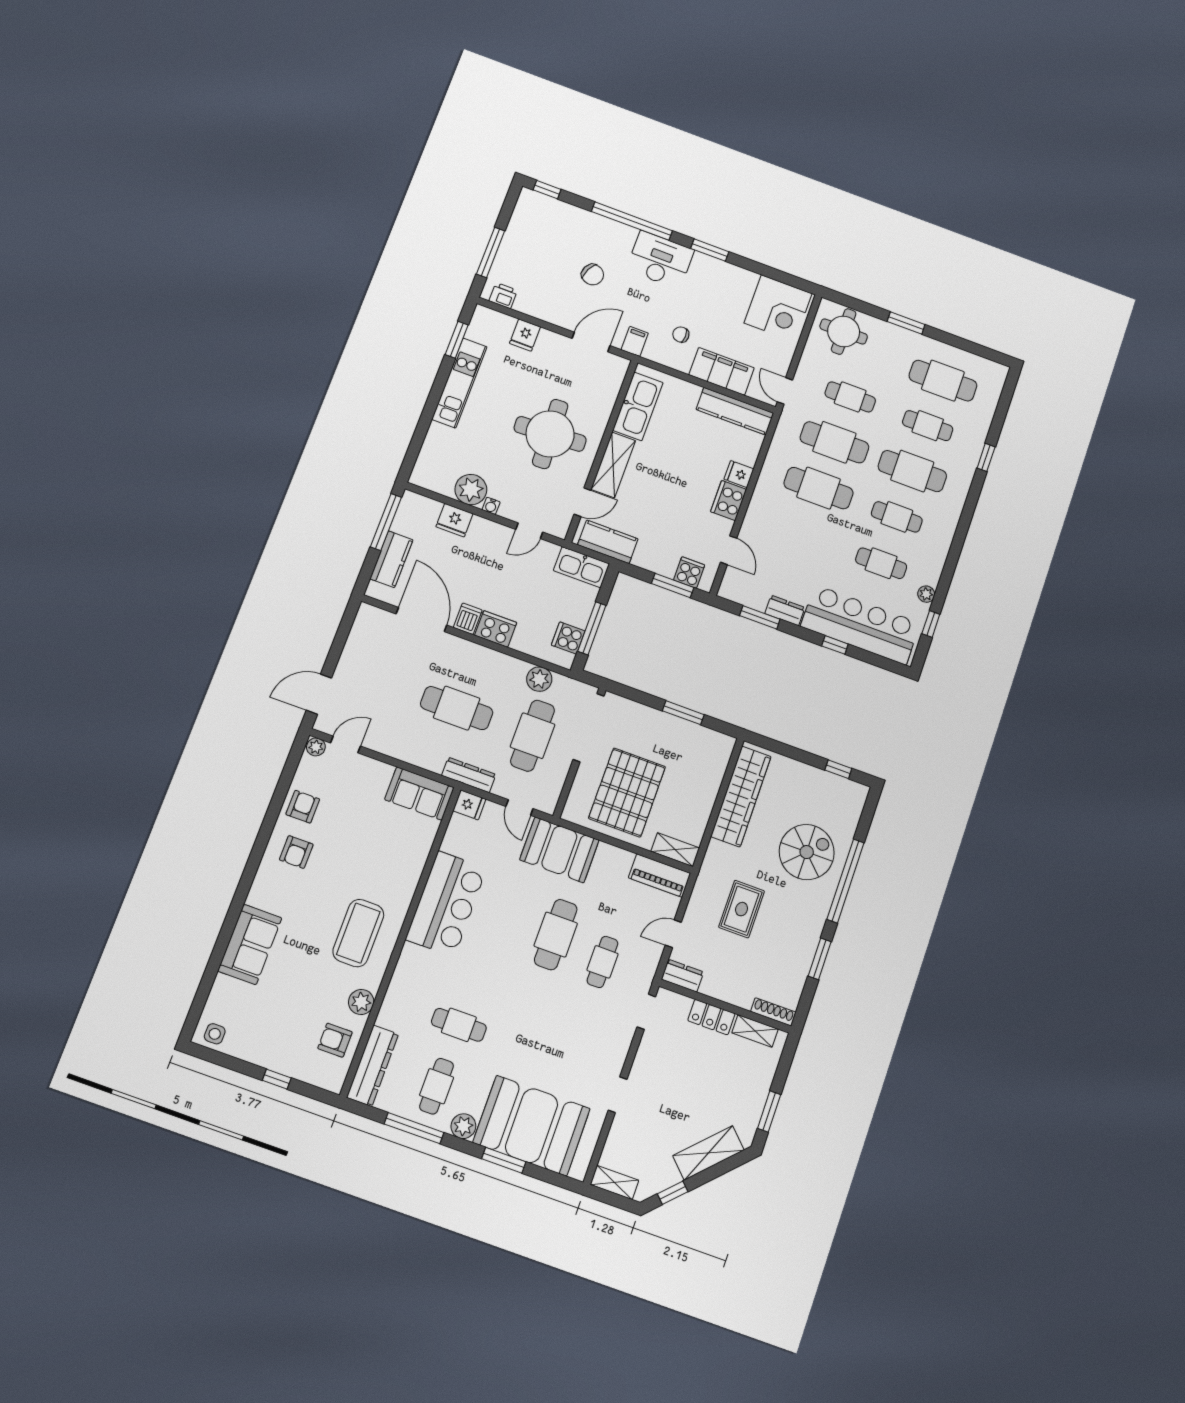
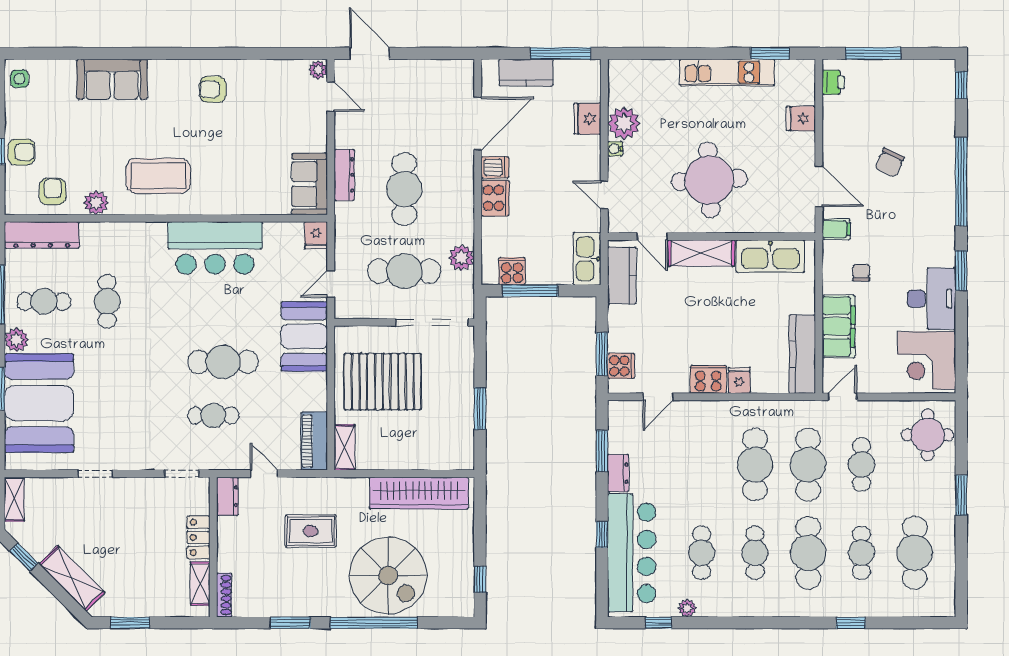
desk: (660, 260) -> (931, 299), moved
dresser: (469, 775) -> (344, 175), moved
armchair: (303, 807) -> (21, 152), moved
spiral stairs: (807, 852) -> (388, 575), width x1.37, depth x1.37

